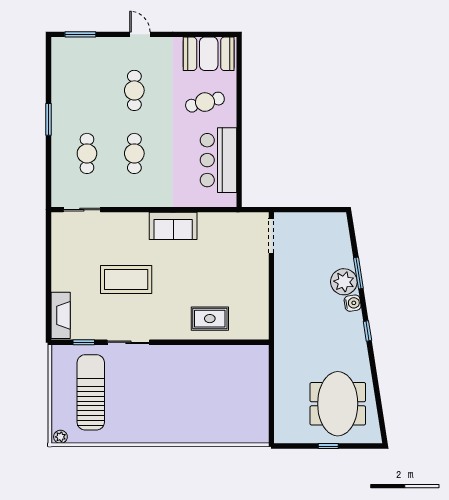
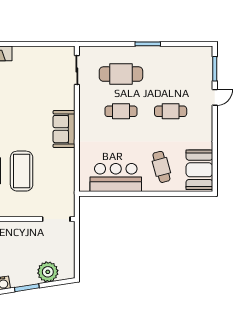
door: (140, 34) -> (215, 97), moved
cafe table: (87, 153) -> (121, 74), width x1.37, depth x1.35
sofa: (173, 226) -> (64, 129), moved
coffee table: (126, 280) -> (22, 171), moved
plant: (344, 282) -> (48, 272), moved

